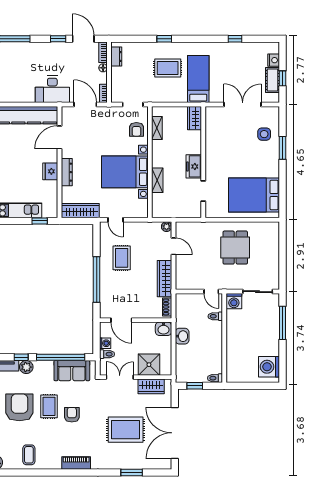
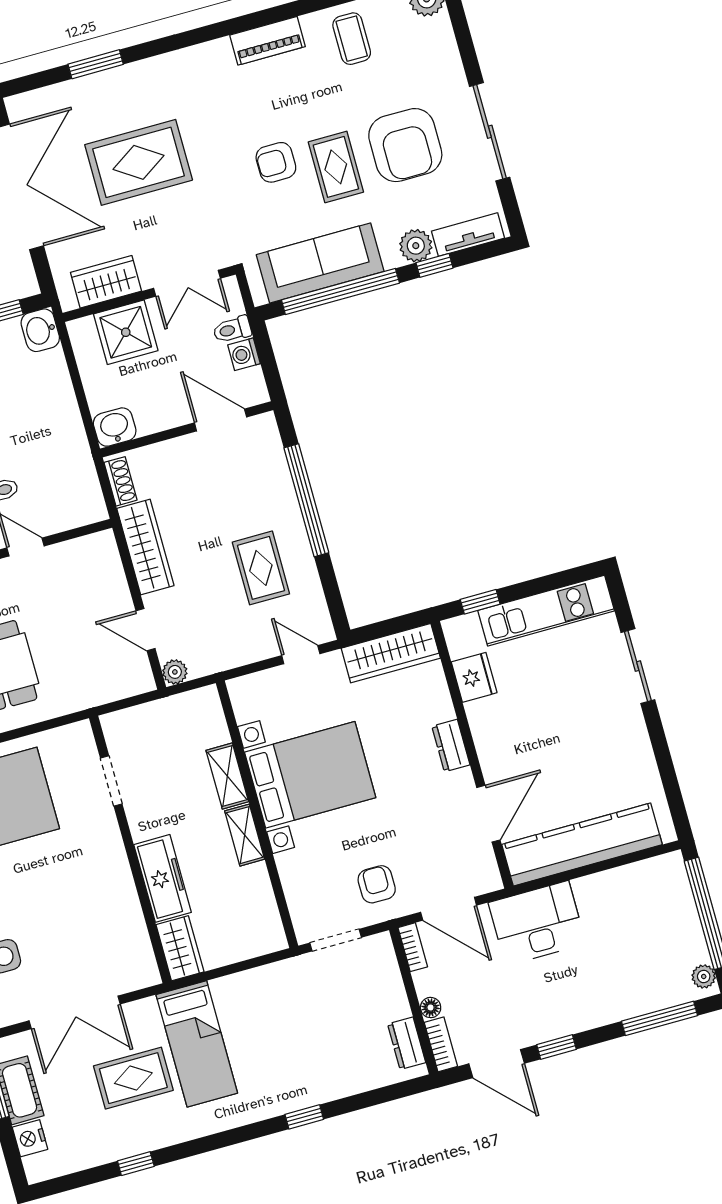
rug: (168, 68) -> (133, 1078), moved
shelving: (157, 128) -> (245, 835), moved
armchair: (136, 129) -> (377, 884), moved
freezer: (194, 166) -> (163, 878), moved, width x1.40
fridge: (50, 171) -> (474, 677), moved
dresser: (67, 172) -> (451, 746), width x0.70
washbasin: (182, 336) -> (40, 330), moved
sofa: (72, 371) -> (320, 263), width x1.36
armchair: (72, 415) -> (276, 162), turned 90
piano: (76, 463) -> (268, 41), moved

